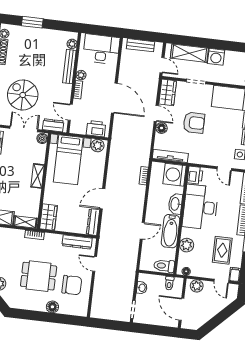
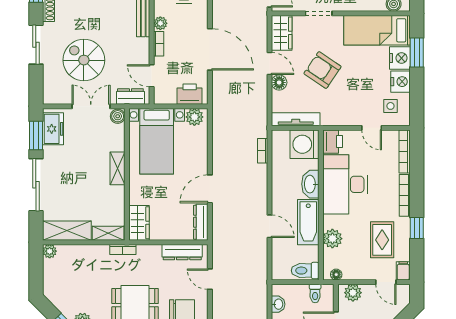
armchair: (194, 123) -> (323, 70), turned -146
door: (142, 231) -> (270, 226), hinge flipped

